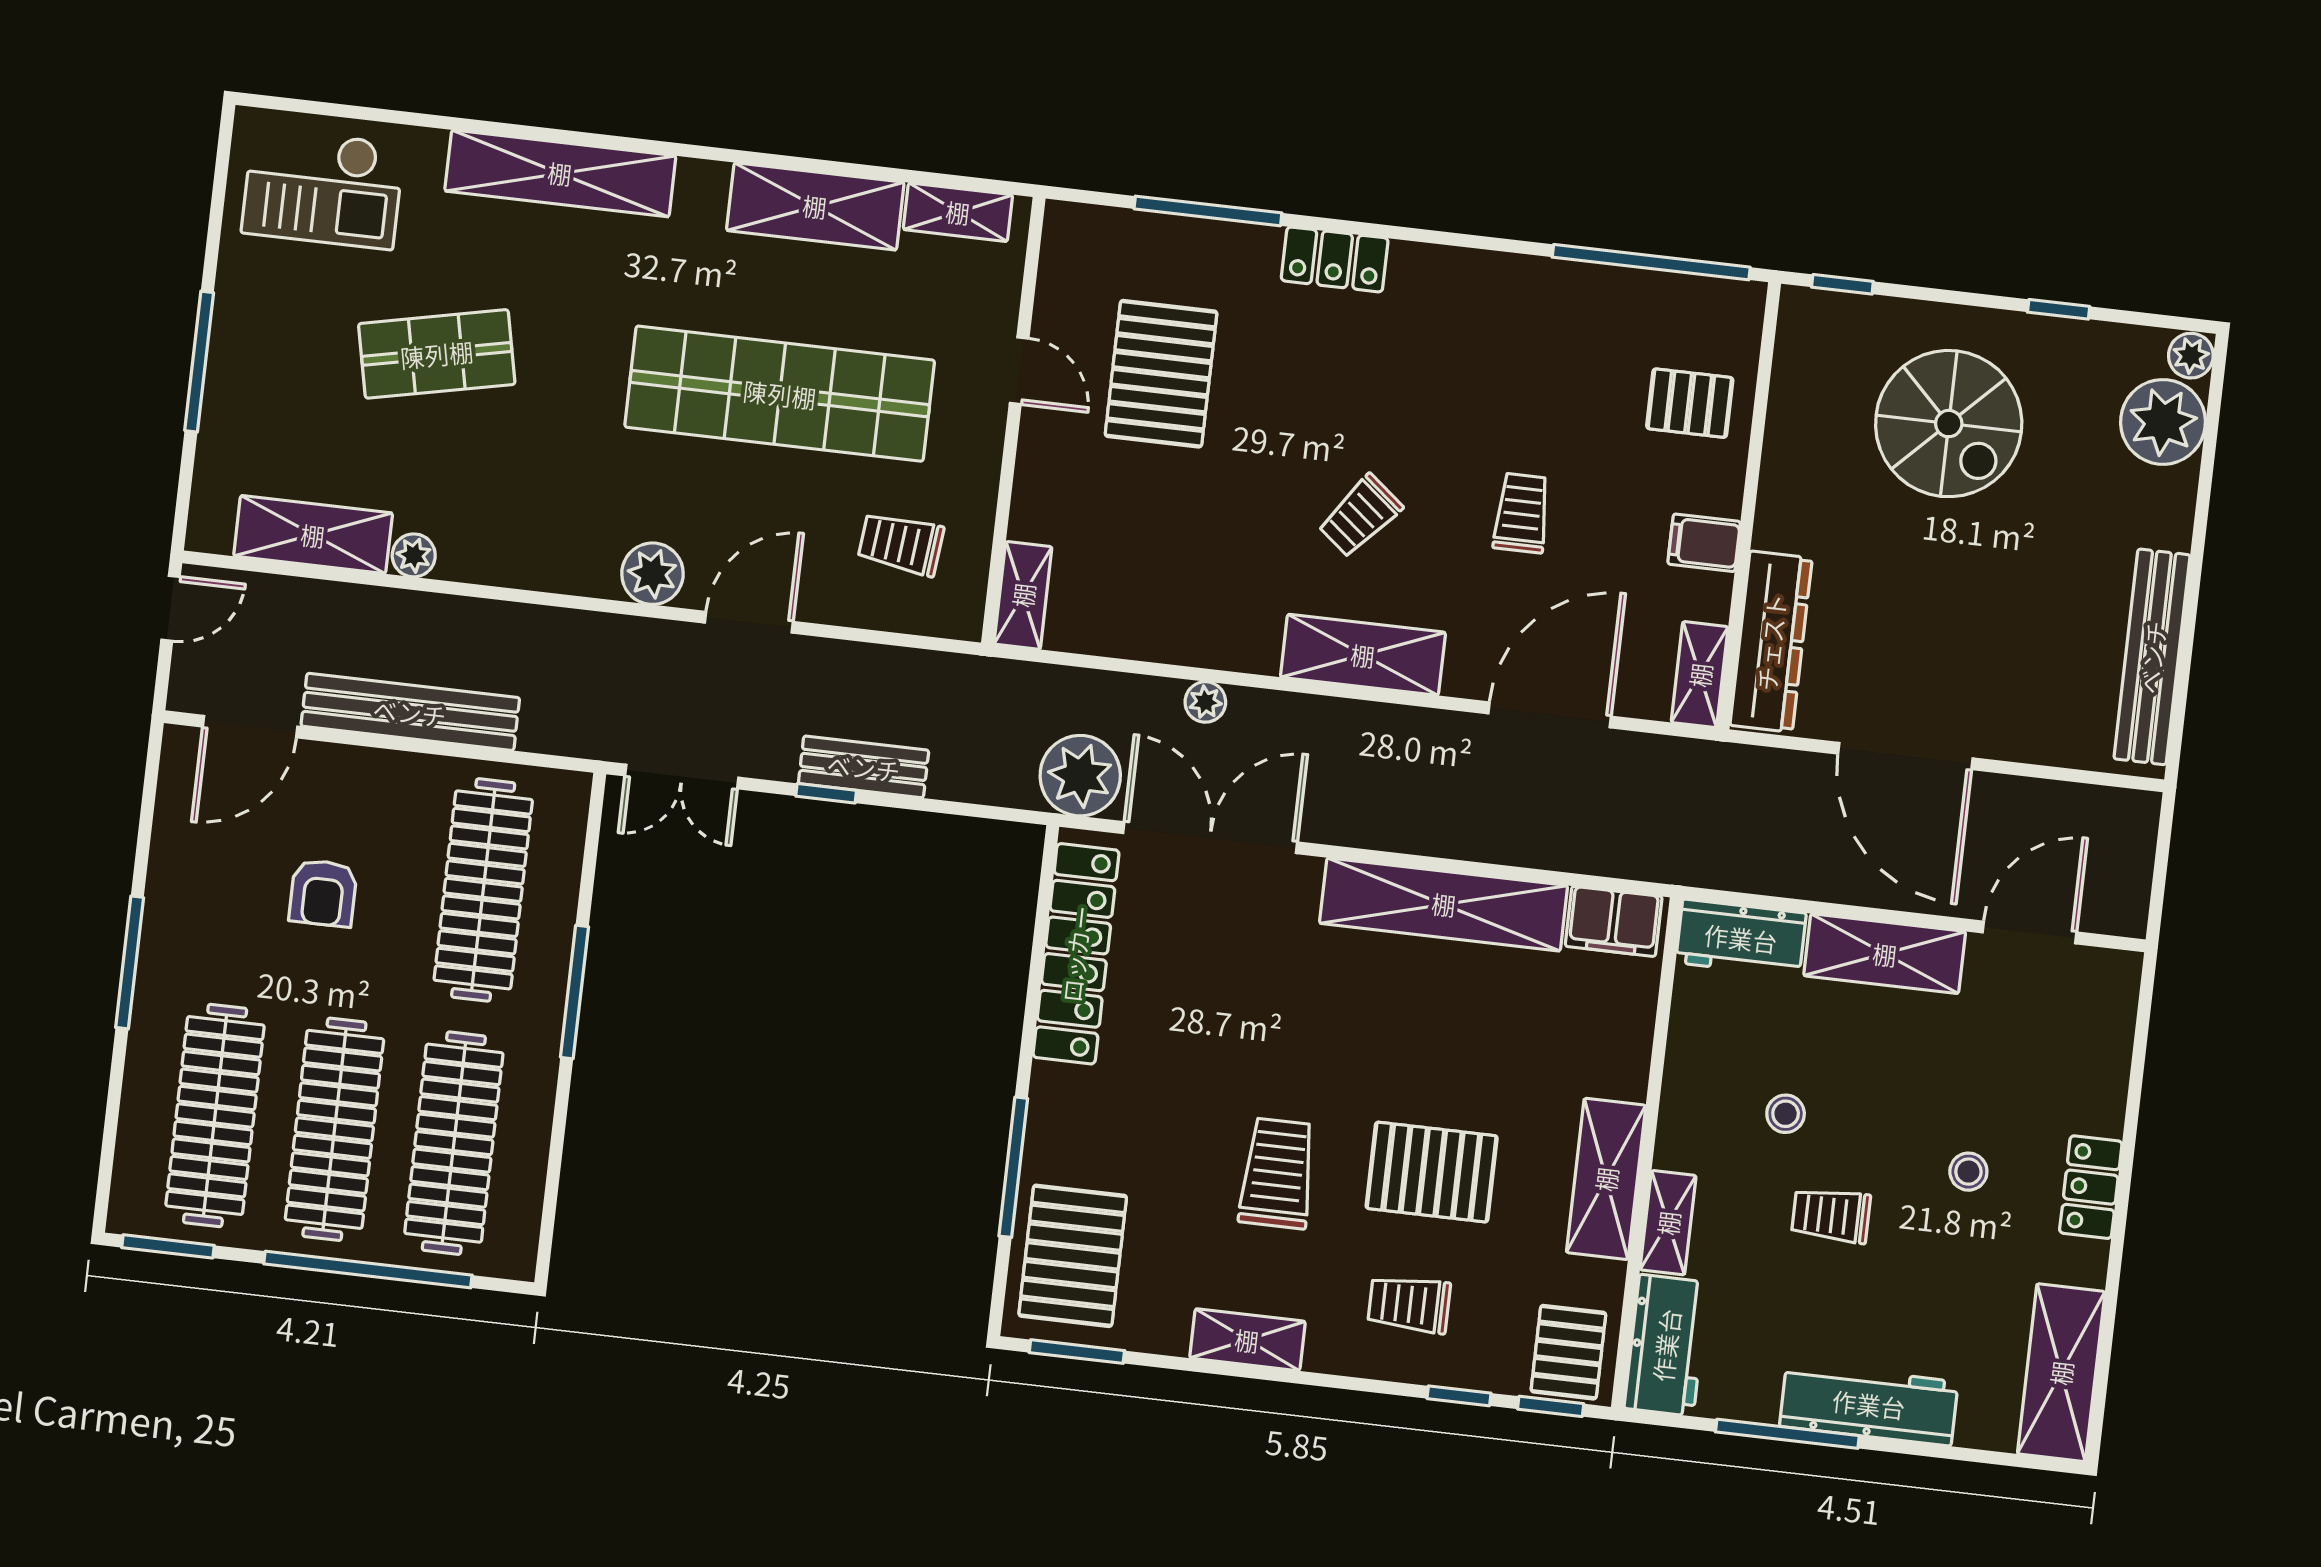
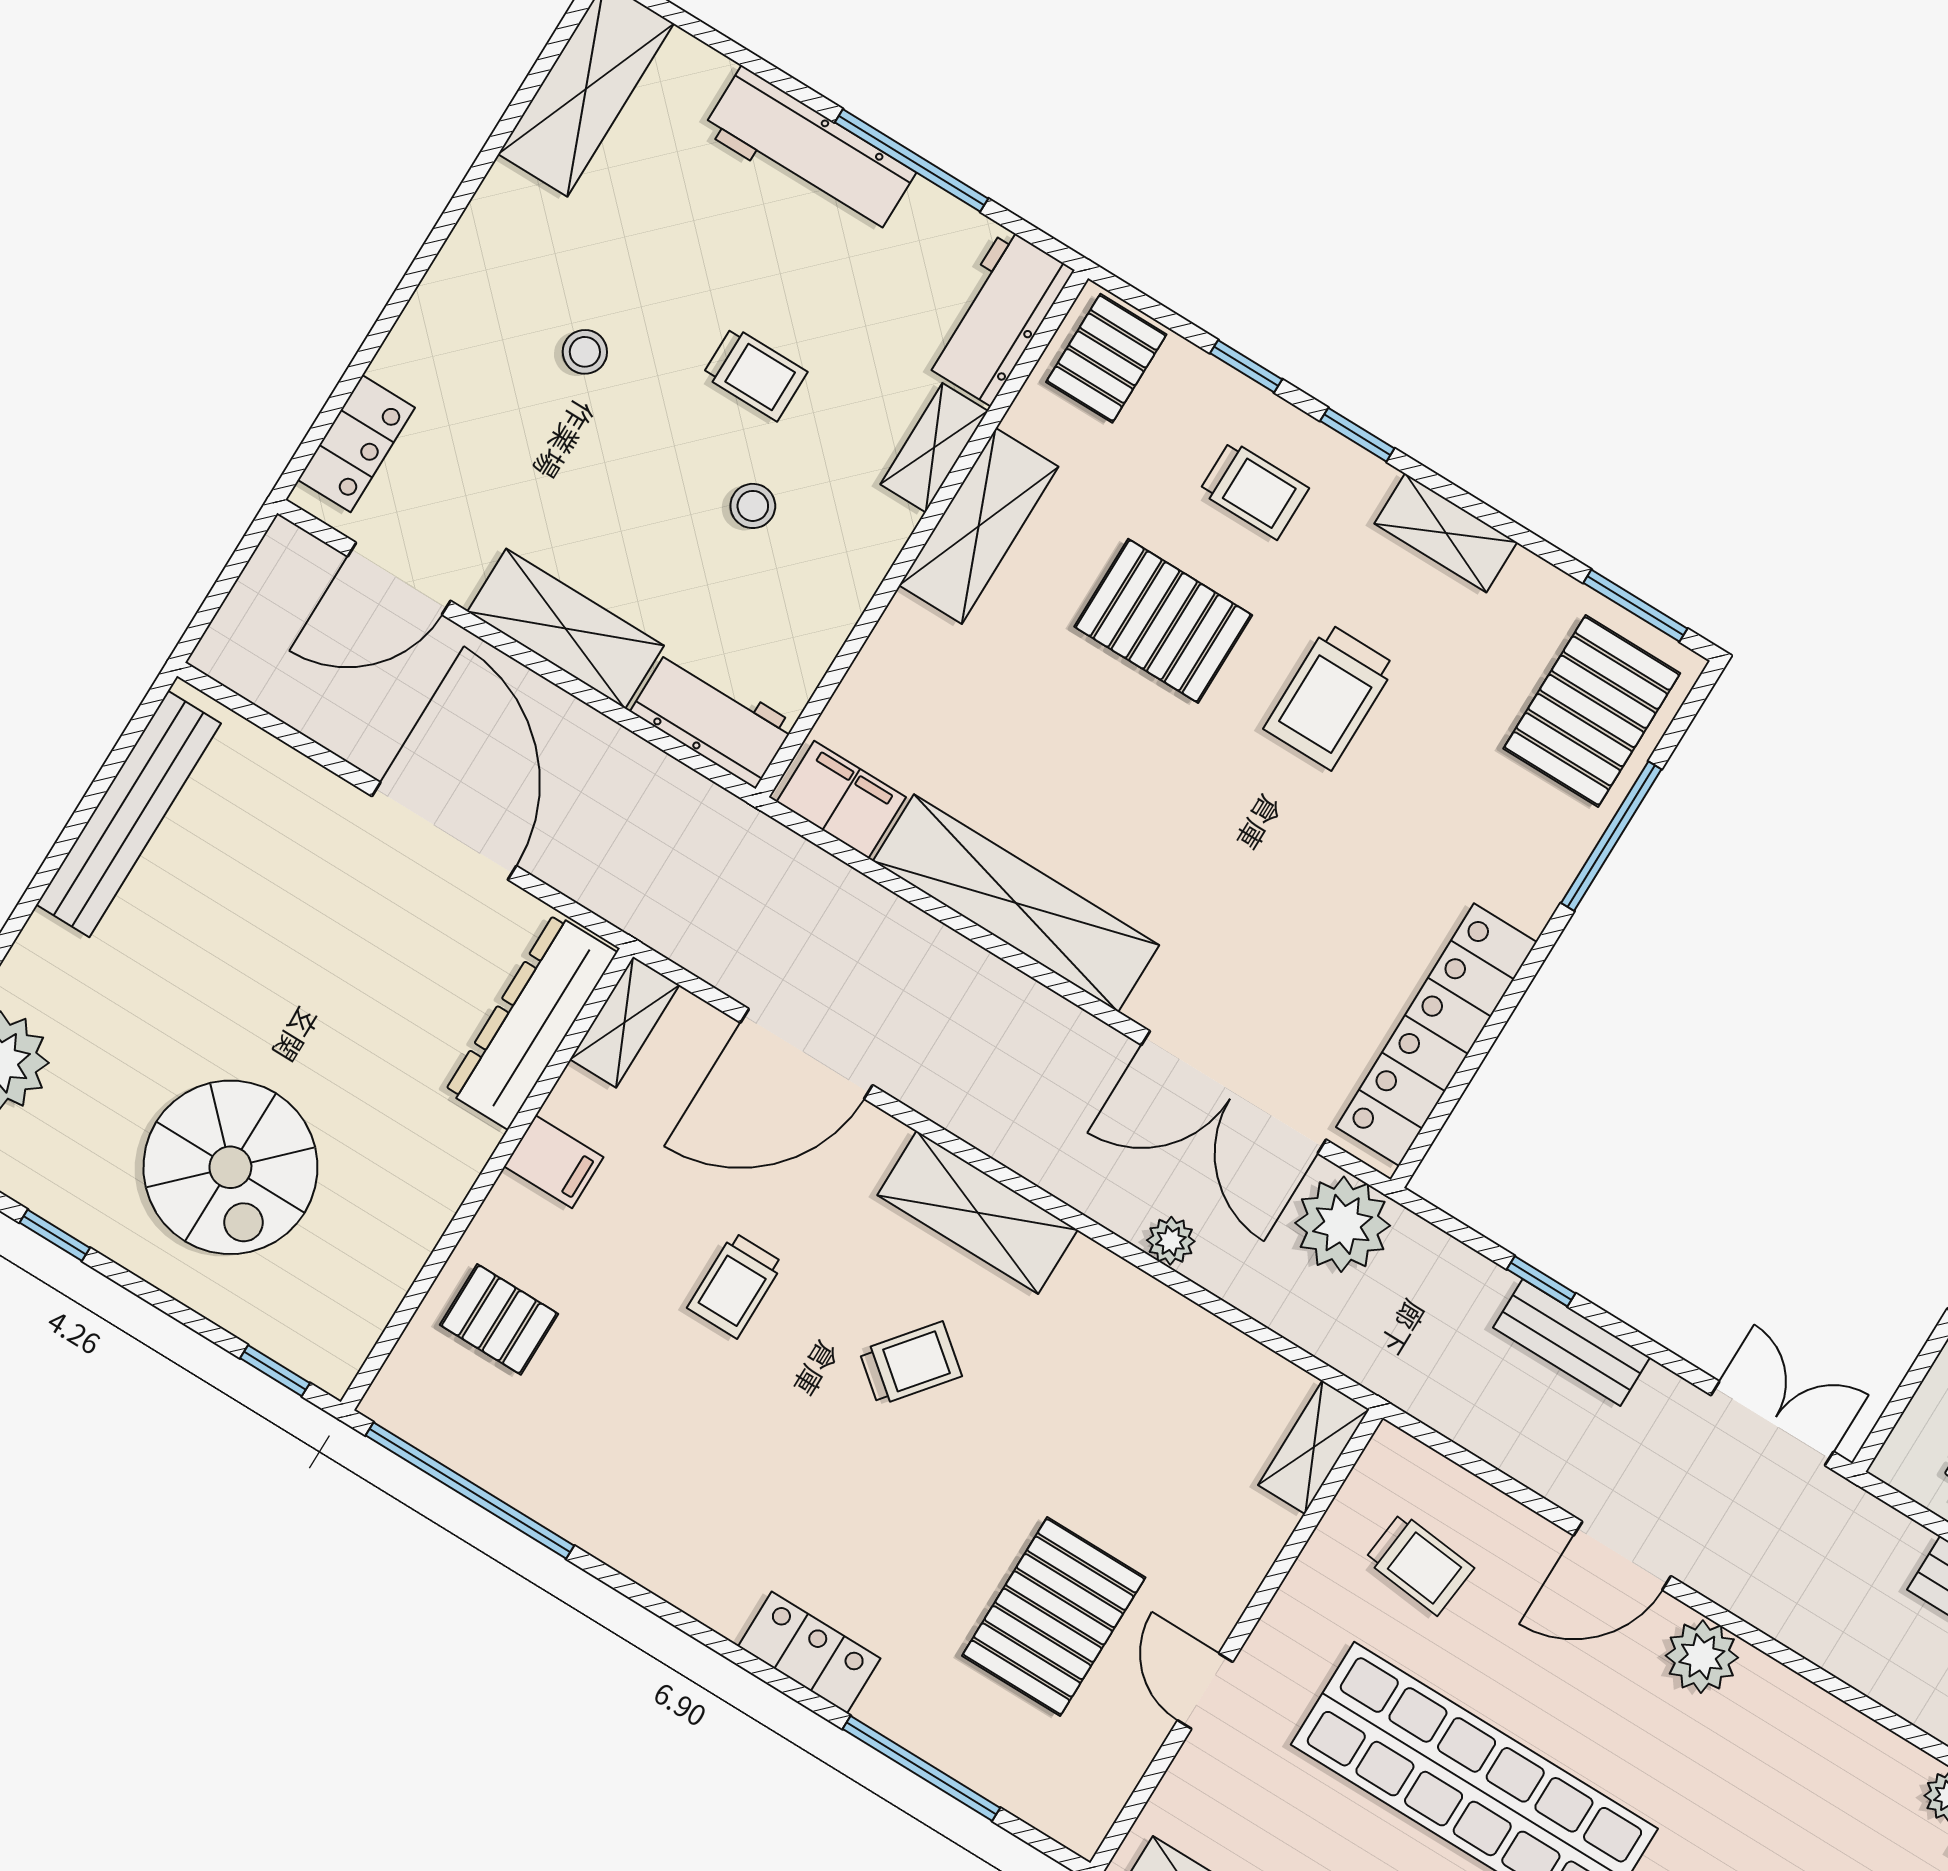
spiral stairs: (1949, 424) -> (230, 1167), turned 180
window: (826, 793) -> (1541, 1281), moved
locker: (2091, 1187) -> (356, 444), moved
window: (1551, 1406) -> (1357, 435), moved

